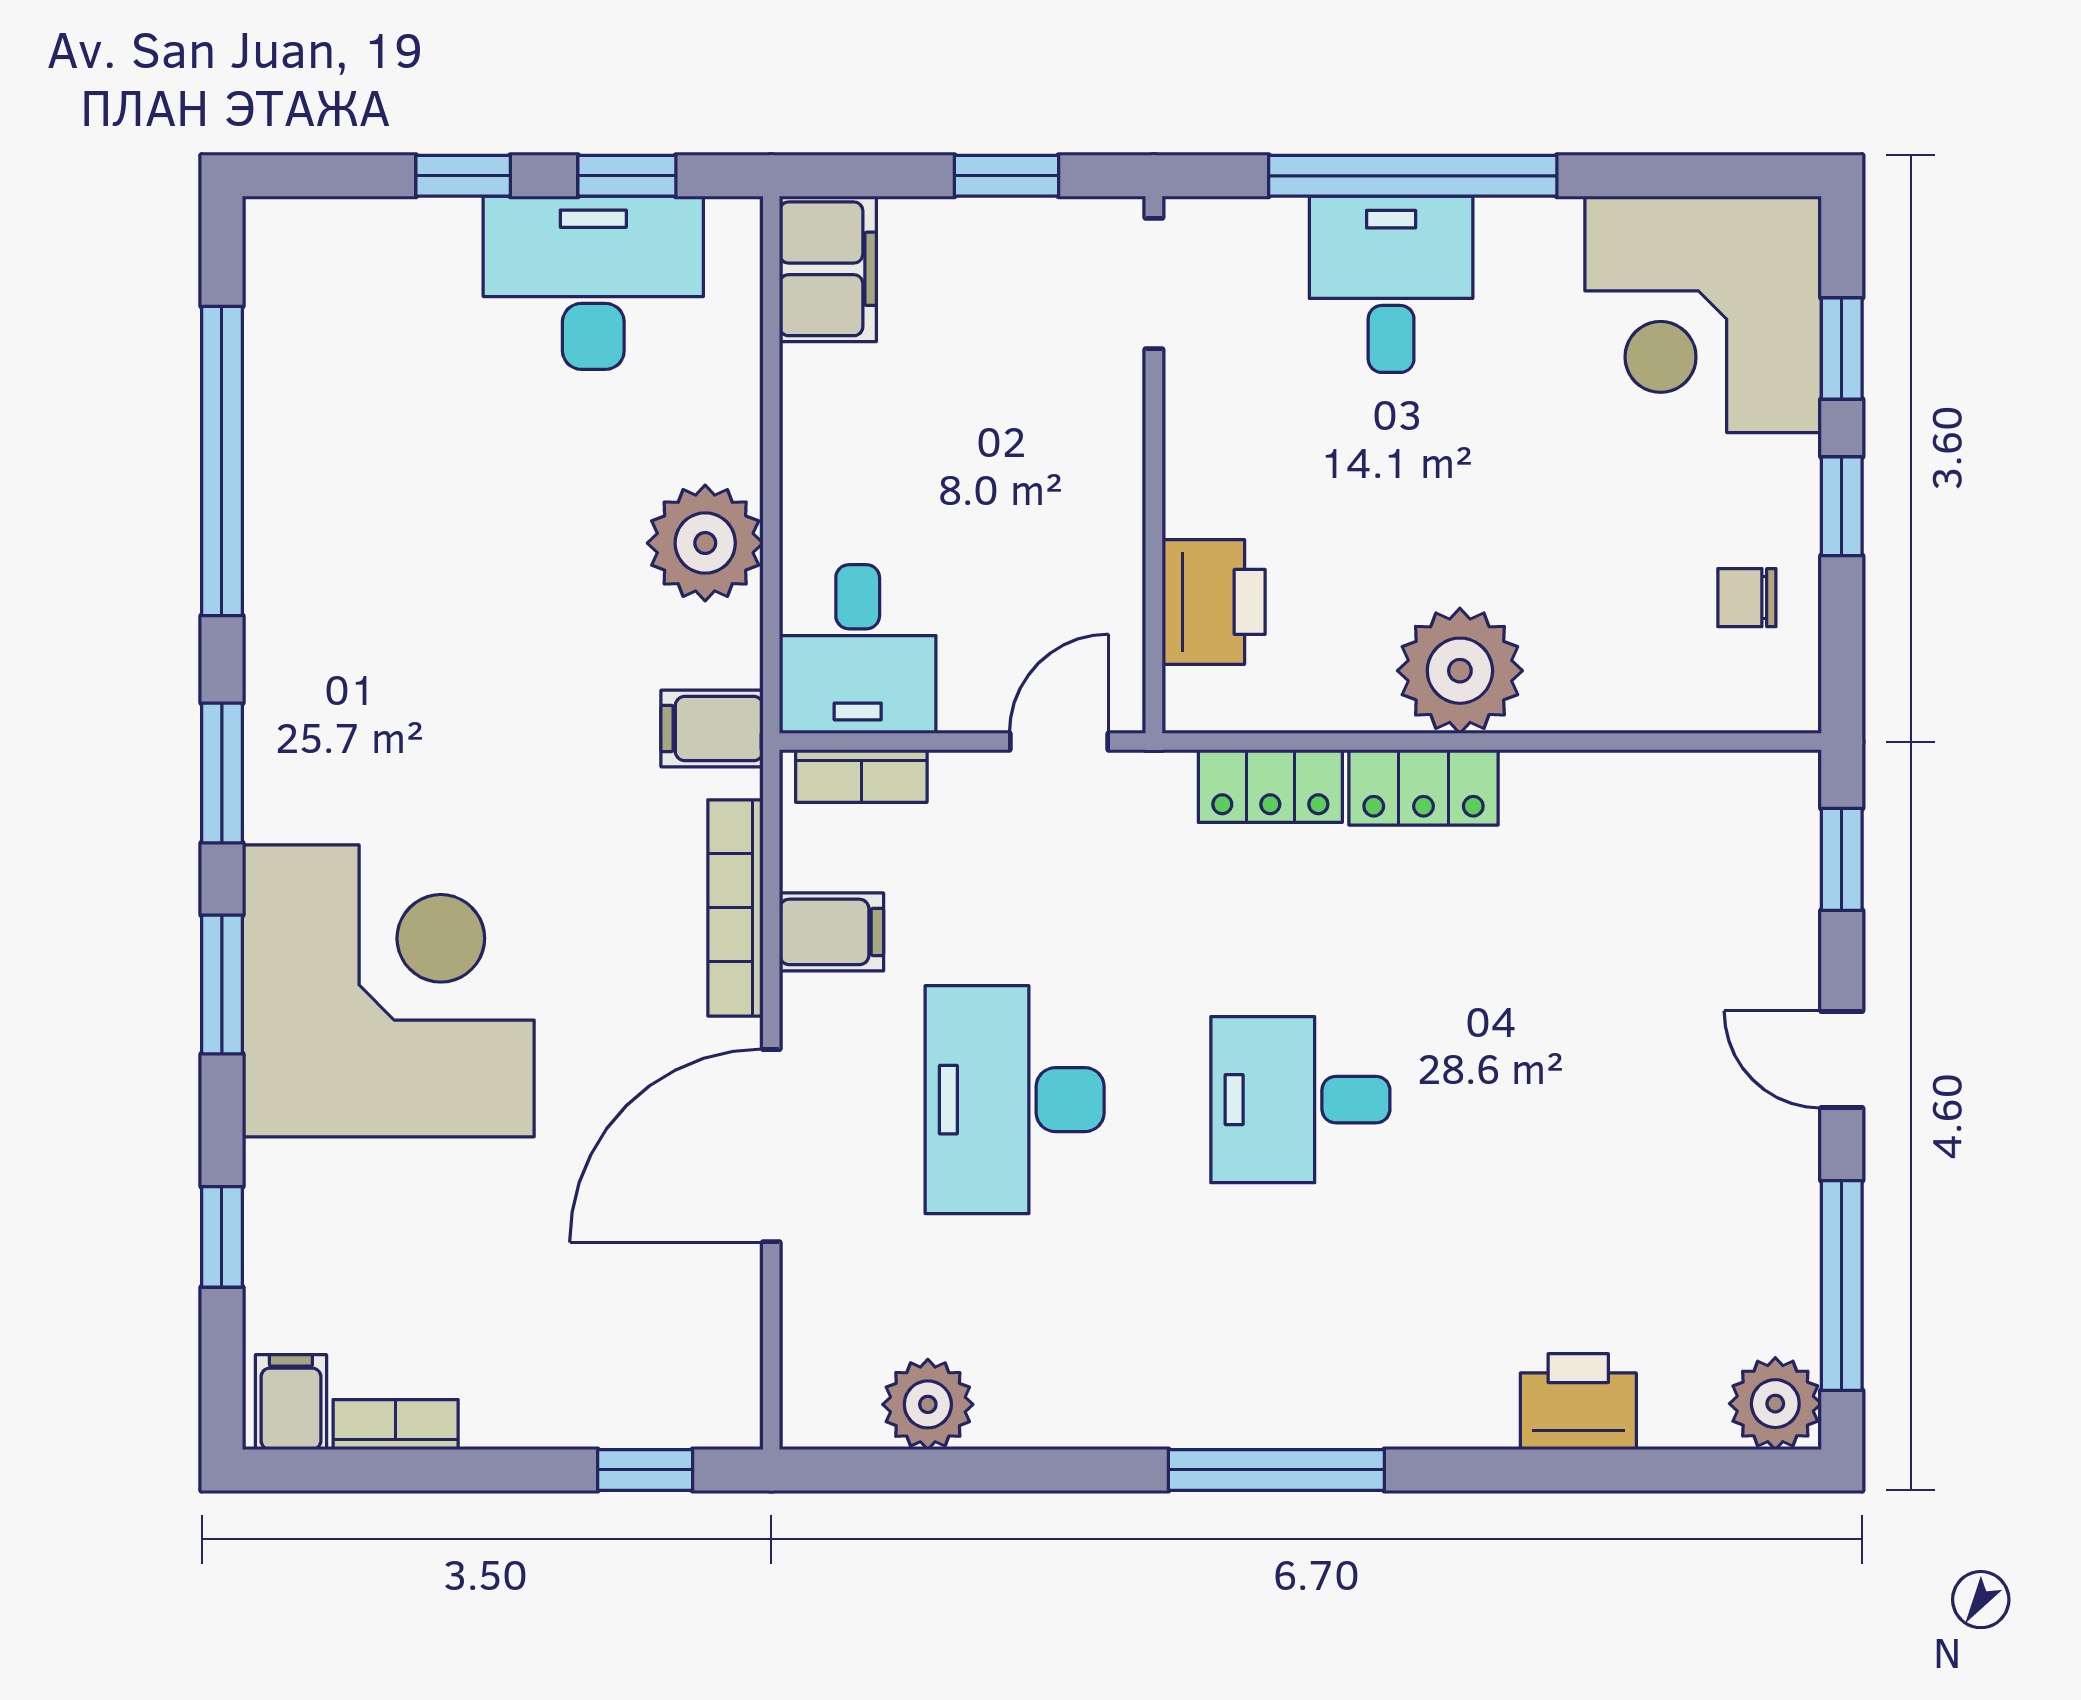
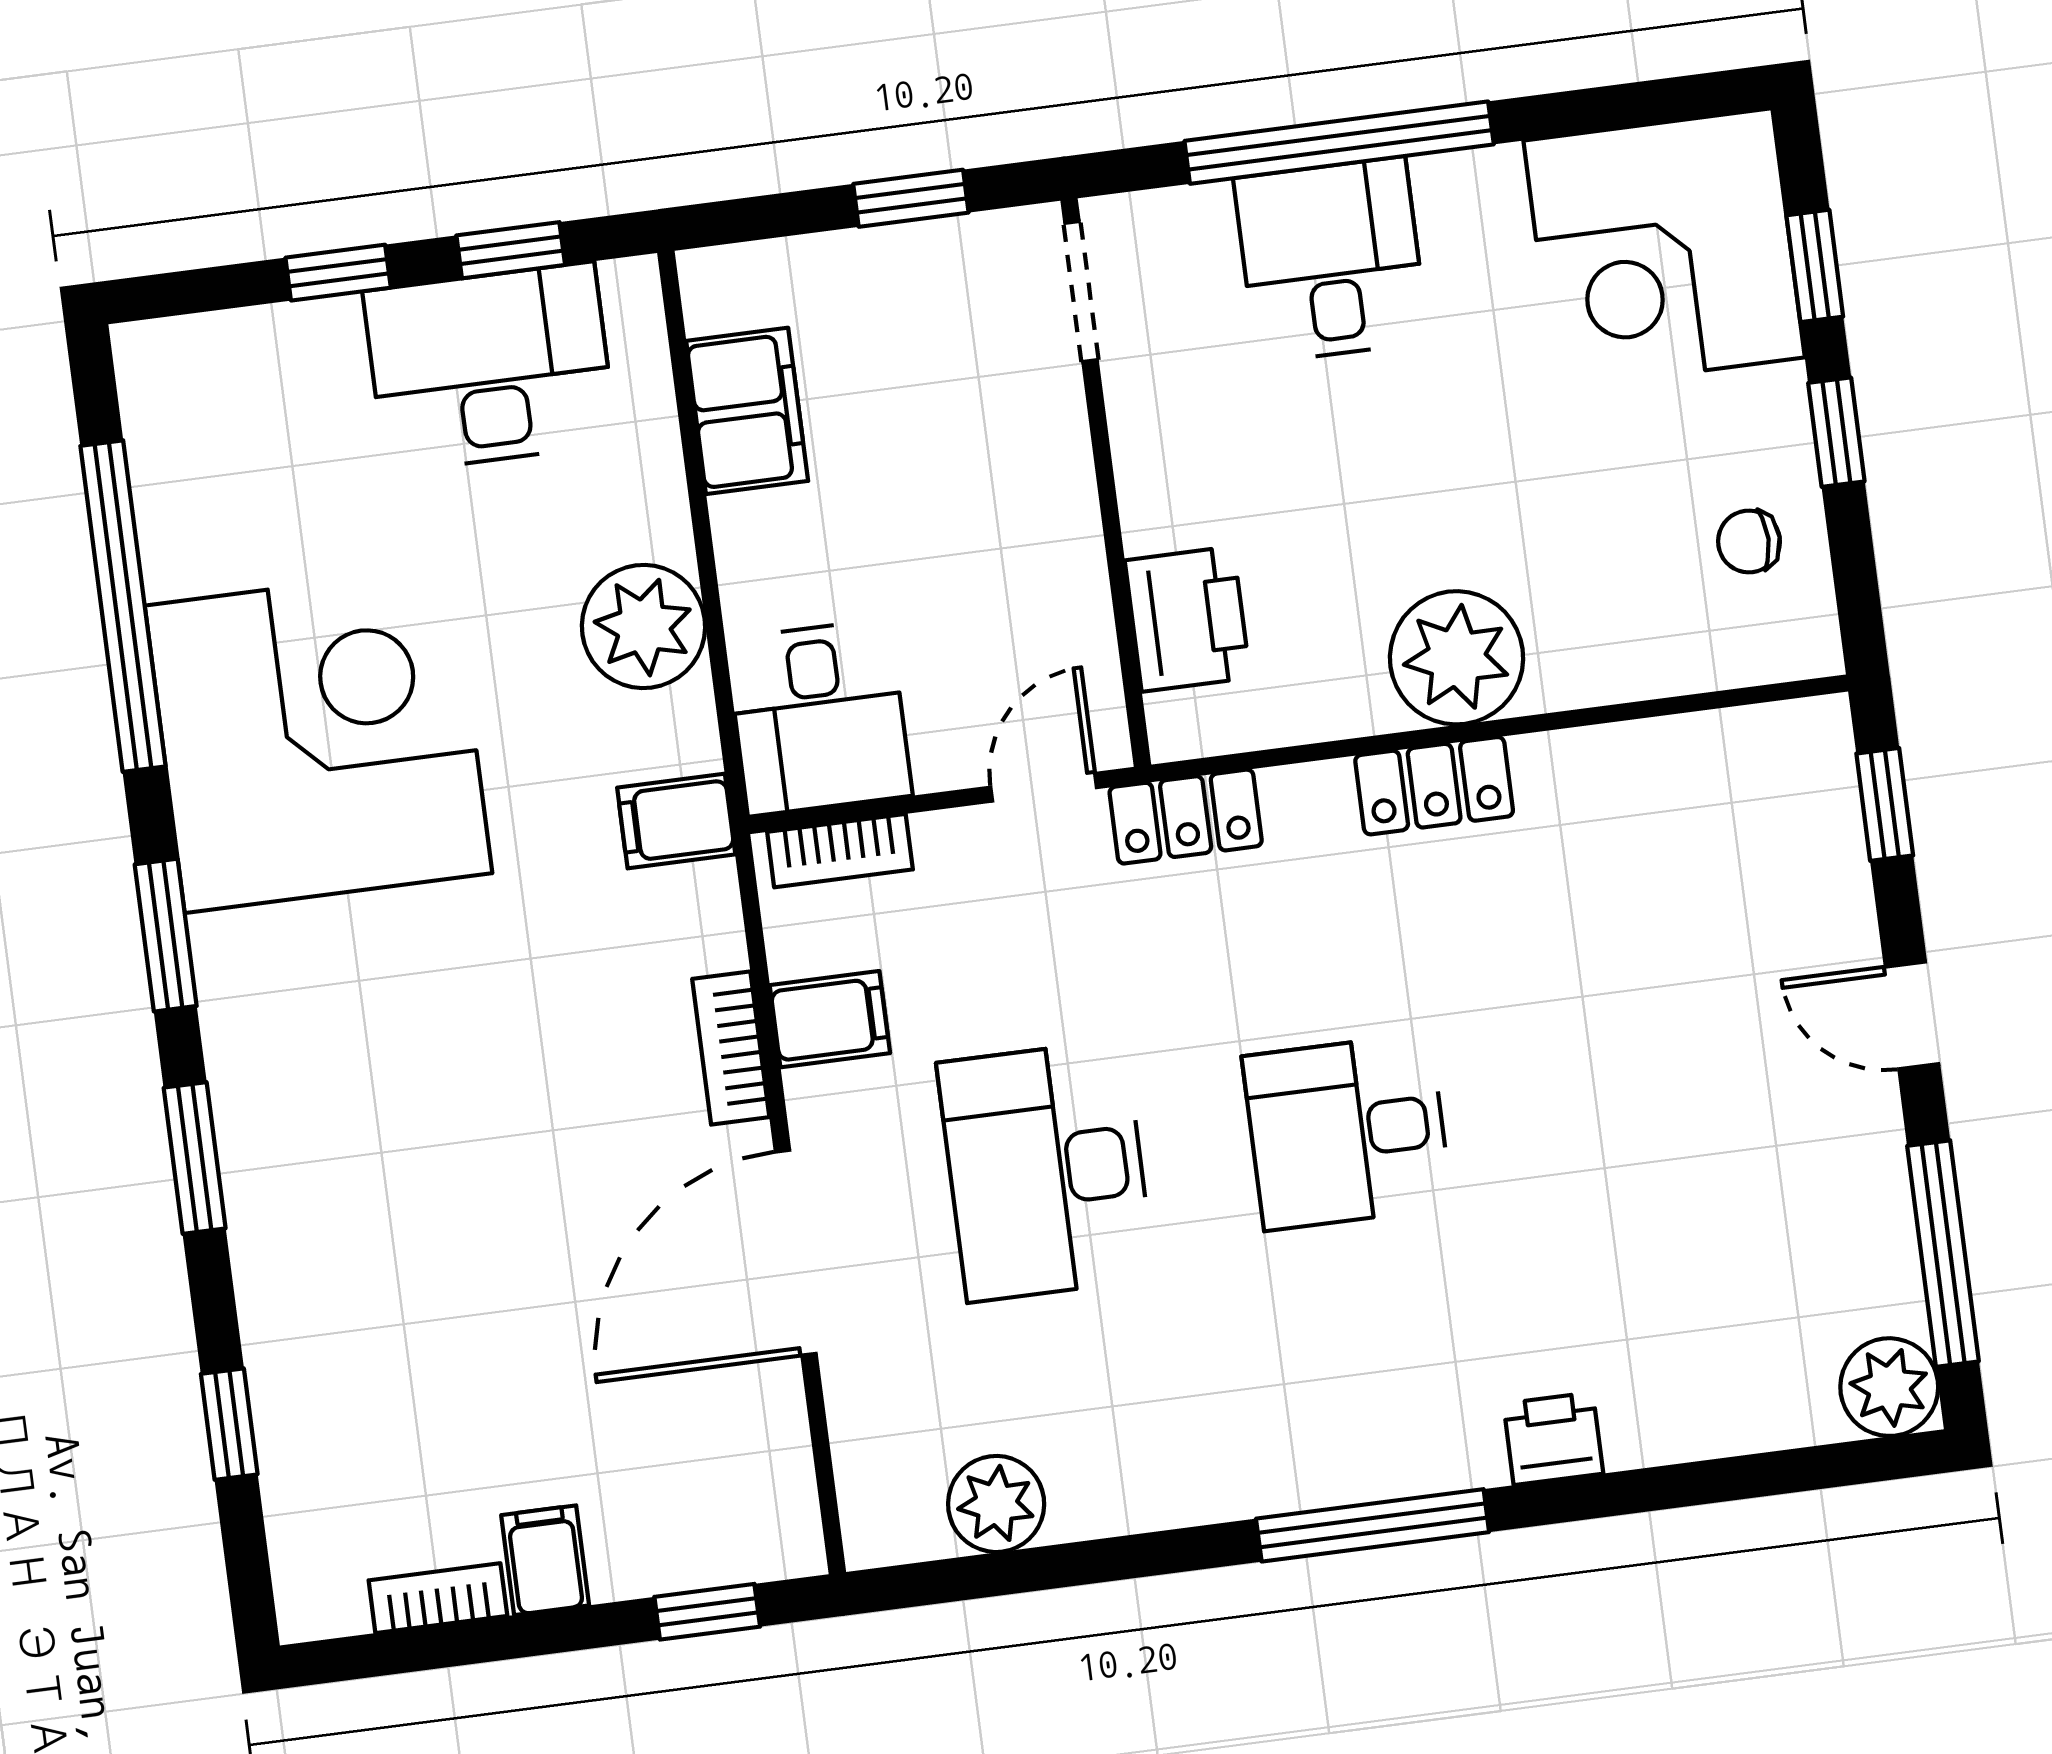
filing cabinet: (828, 269) -> (747, 411), moved
locker: (1270, 786) -> (1186, 817), moved
bookcase: (736, 908) -> (731, 1048), width x0.64
corner desk: (388, 991) -> (318, 739), moved
filing cabinet: (291, 1402) -> (545, 1560), moved
printer: (1578, 1402) -> (1553, 1439), moved, width x0.73, depth x0.81

